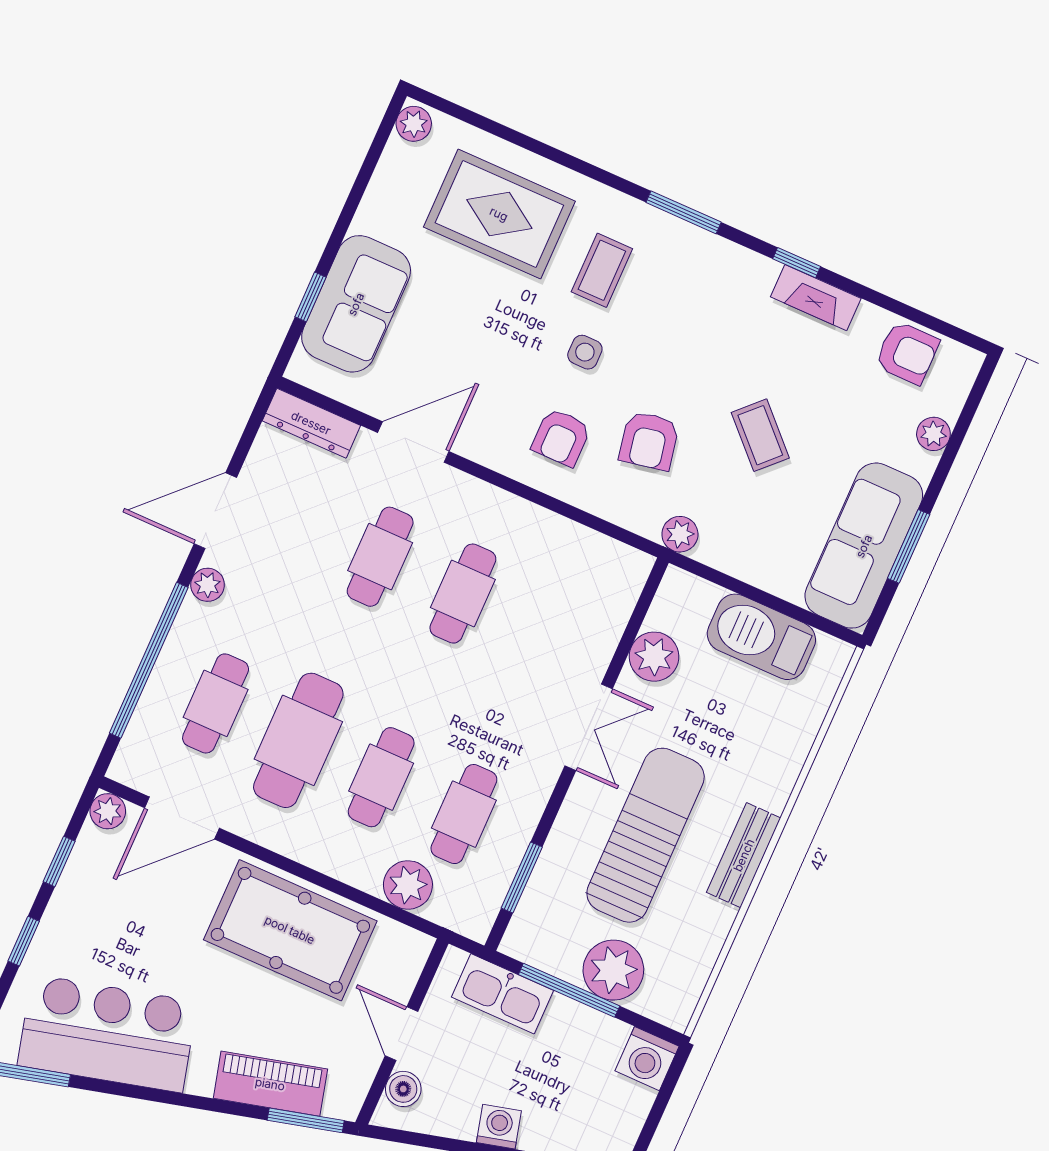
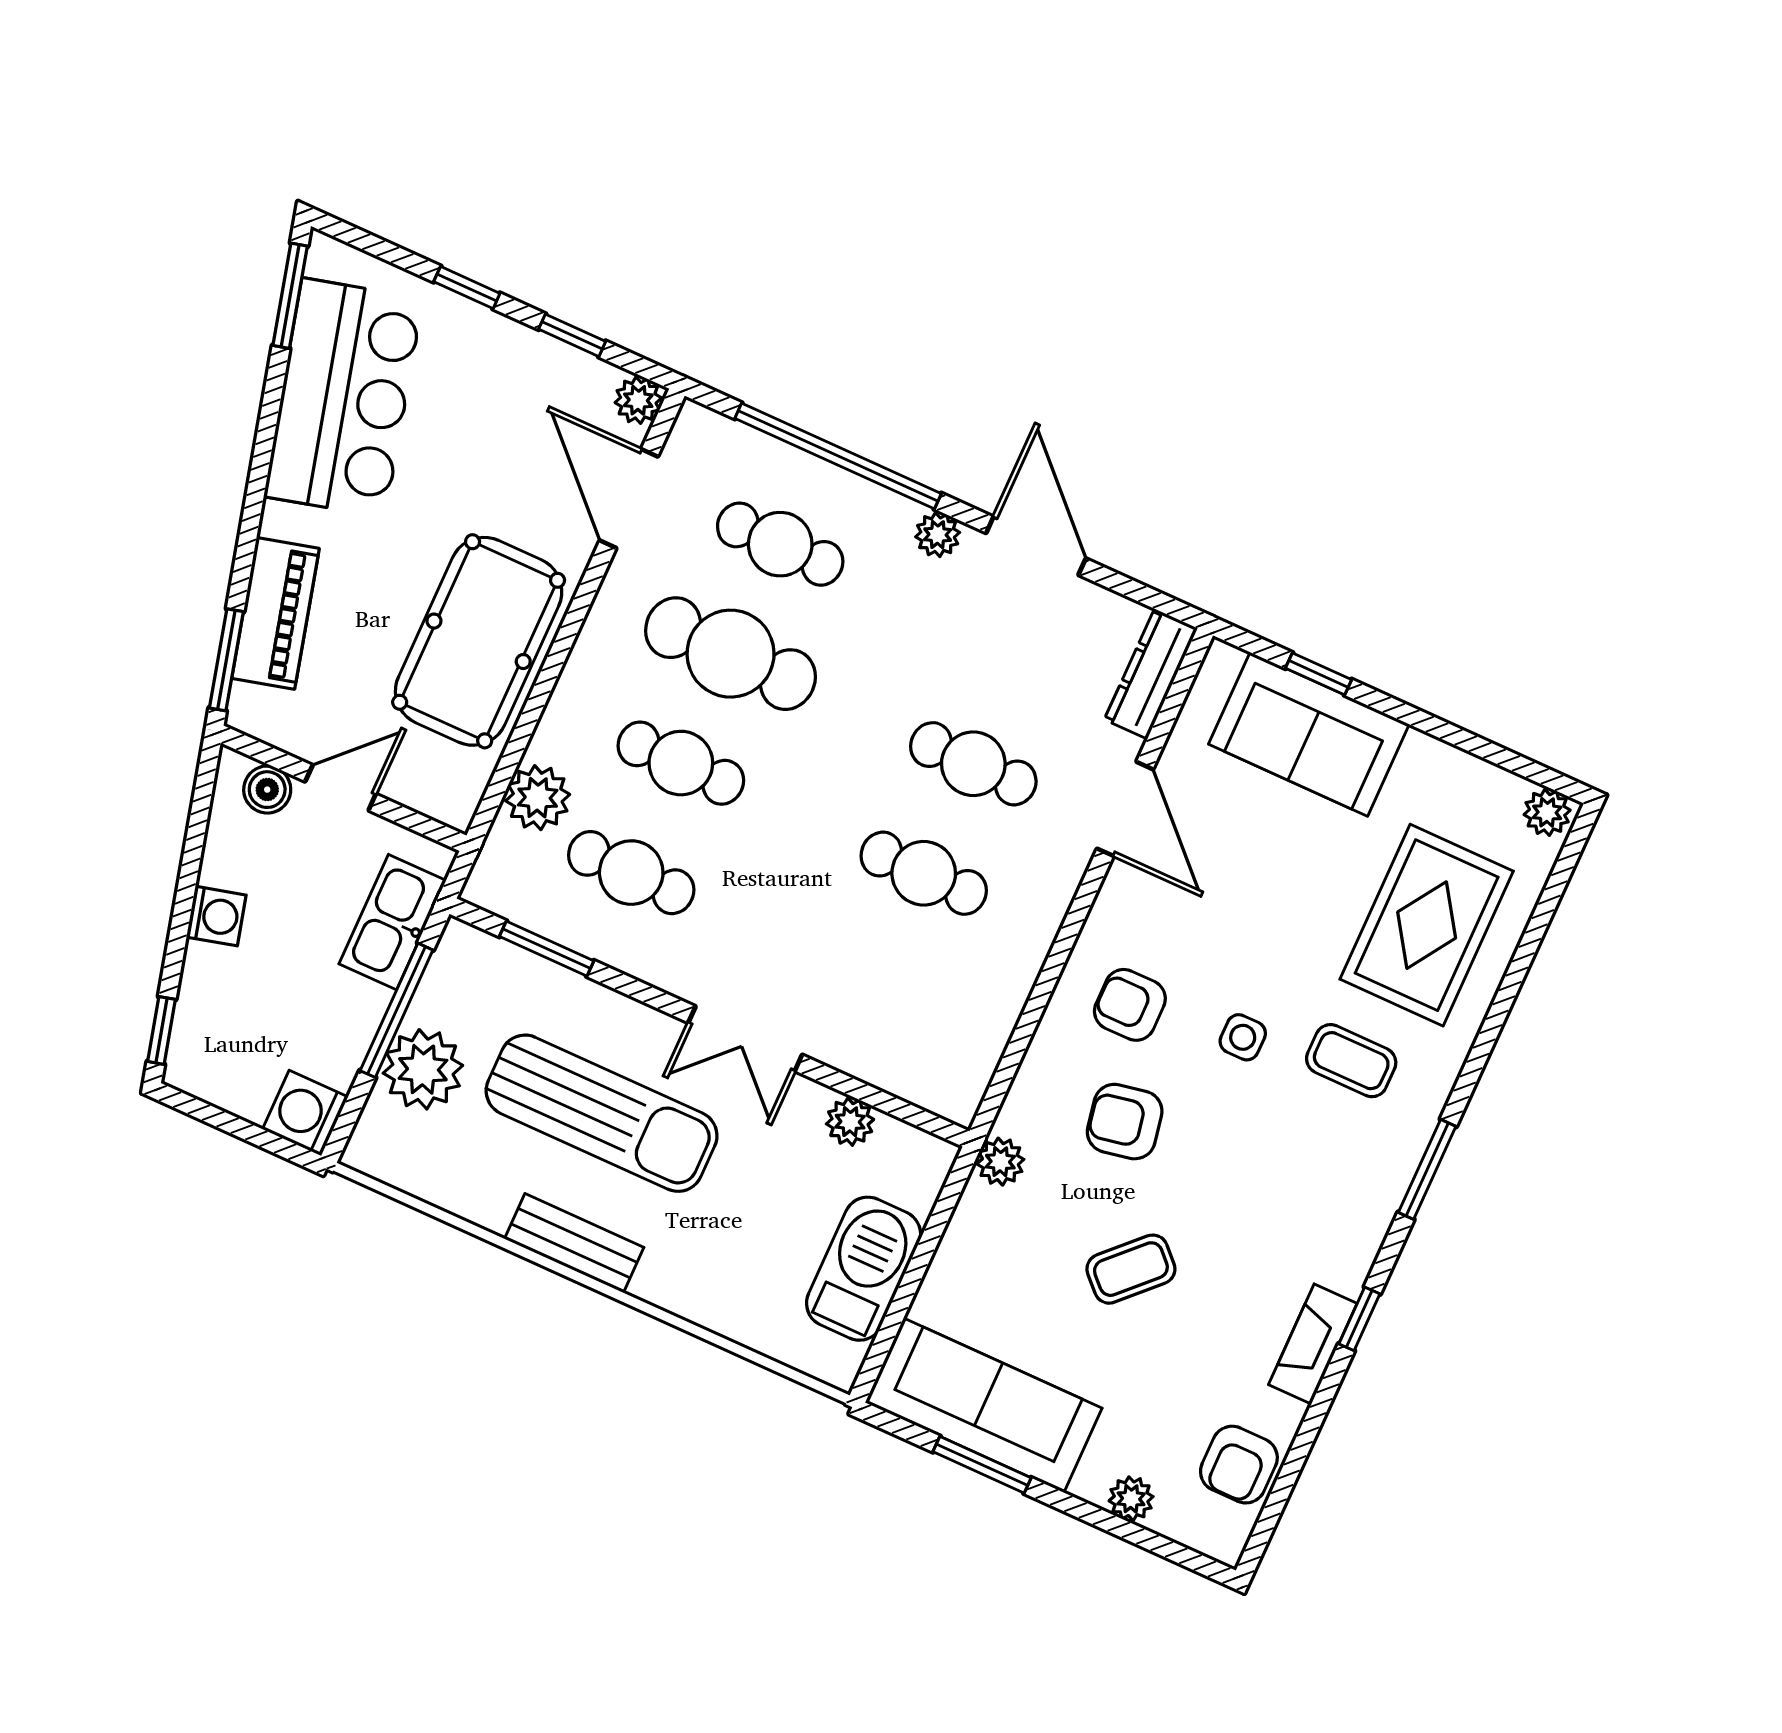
plant: (654, 657) -> (850, 1122), width x0.73, depth x0.73

